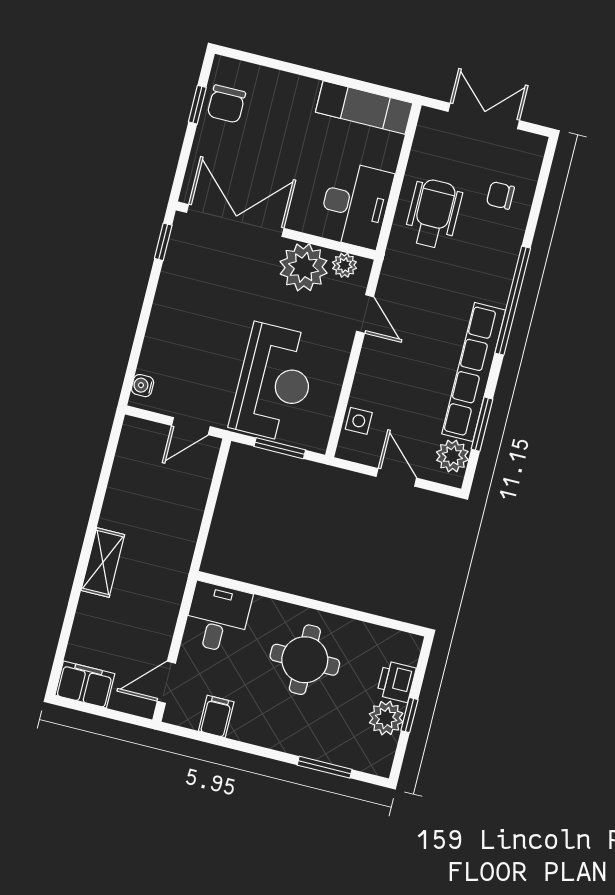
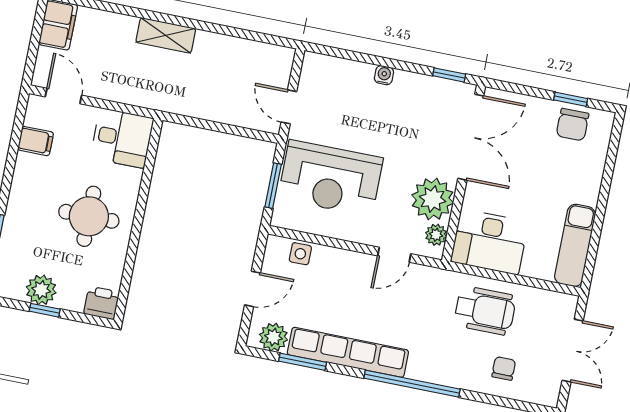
chair: (226, 104) -> (573, 125), turned -90
water cooler: (143, 386) -> (384, 75), moved
printer: (396, 682) -> (101, 303), moved

